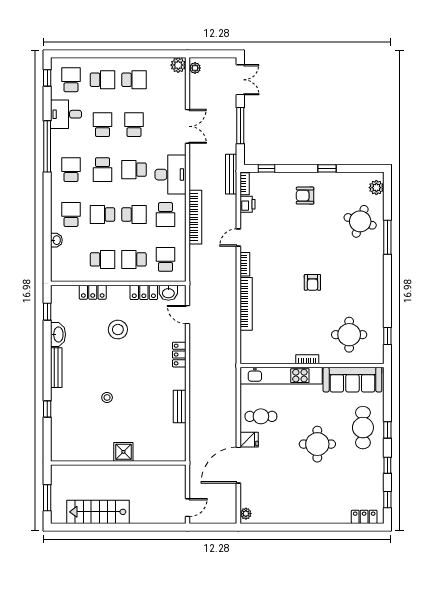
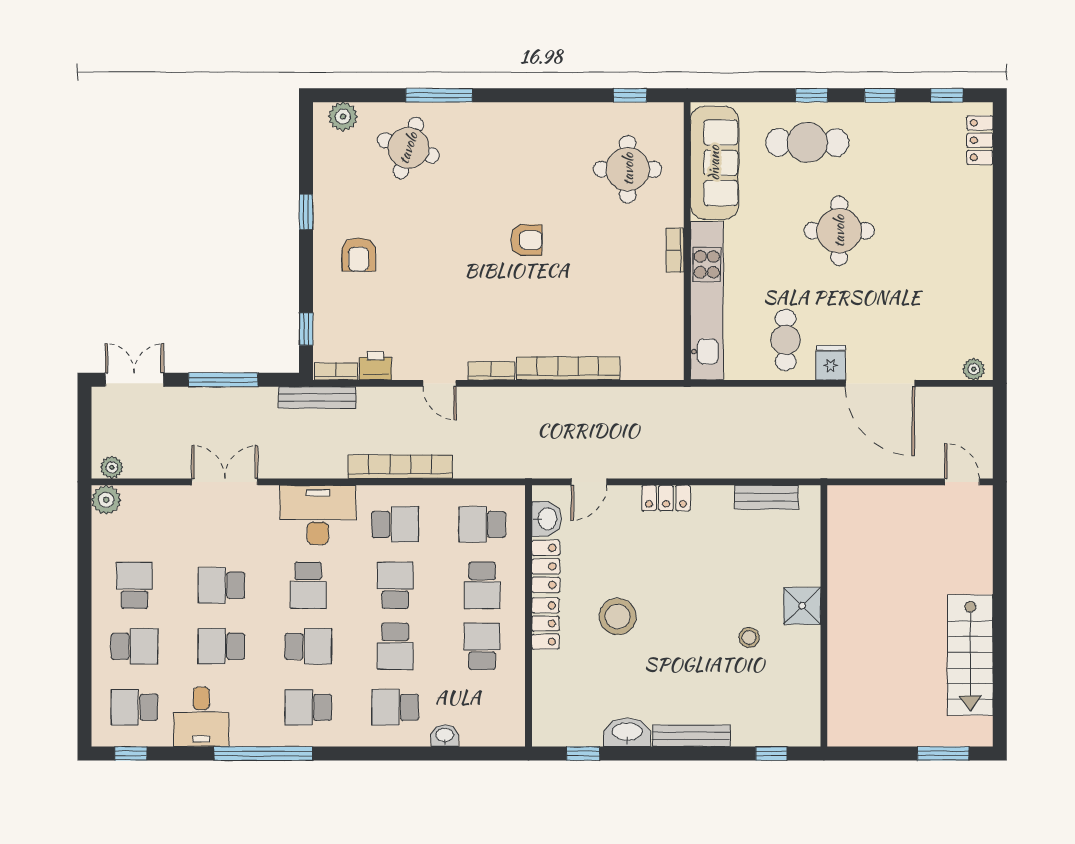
school desk: (102, 80) -> (134, 646), turned 90
locker: (93, 292) -> (546, 624), moved
shower: (123, 452) -> (802, 606), moved
wall: (118, 463) -> (824, 616), moved

